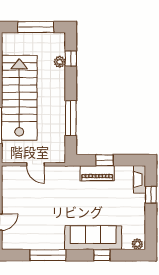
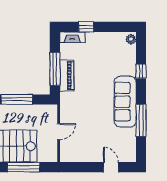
window: (105, 160) -> (55, 69), width x2.17
sofa: (93, 238) -> (125, 102), moved

